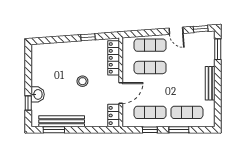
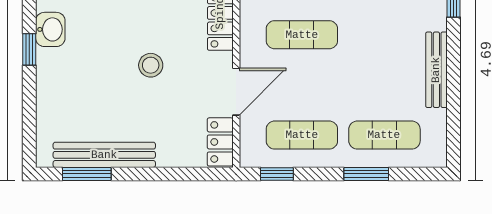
washbasin: (38, 94) -> (50, 29), moved
window: (28, 103) -> (29, 49), moved
window: (150, 130) -> (277, 174), moved

